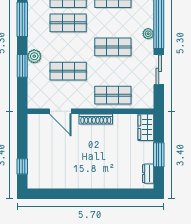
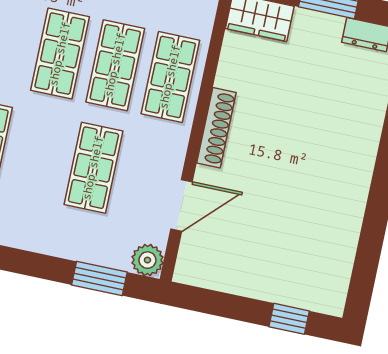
plant: (34, 56) -> (147, 260), moved
window: (22, 66) -> (99, 278), moved
shop shelf: (113, 71) -> (115, 65), added

